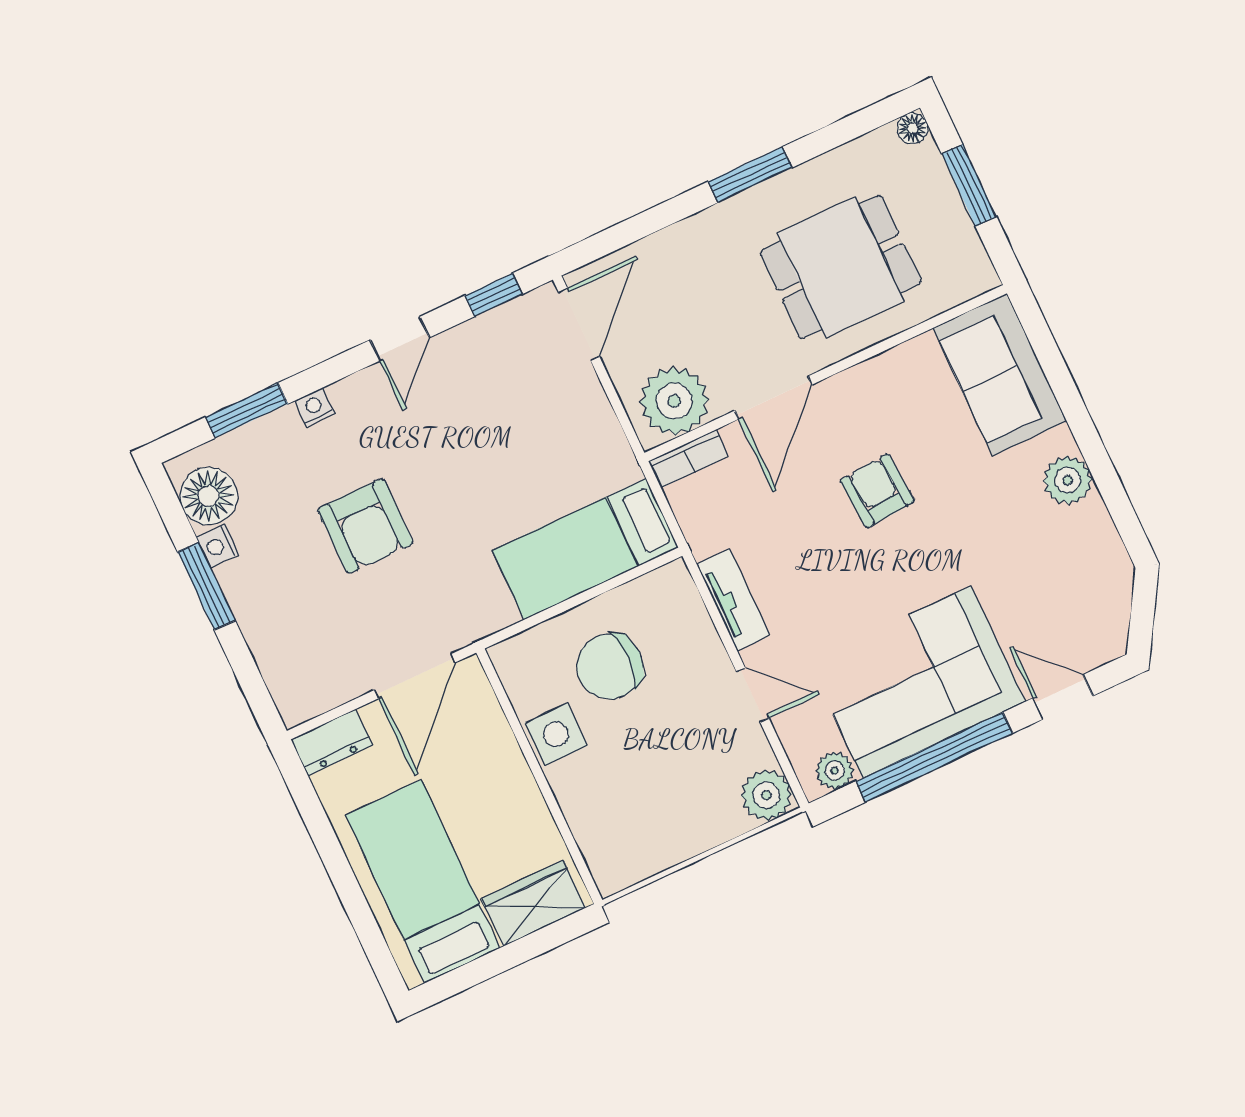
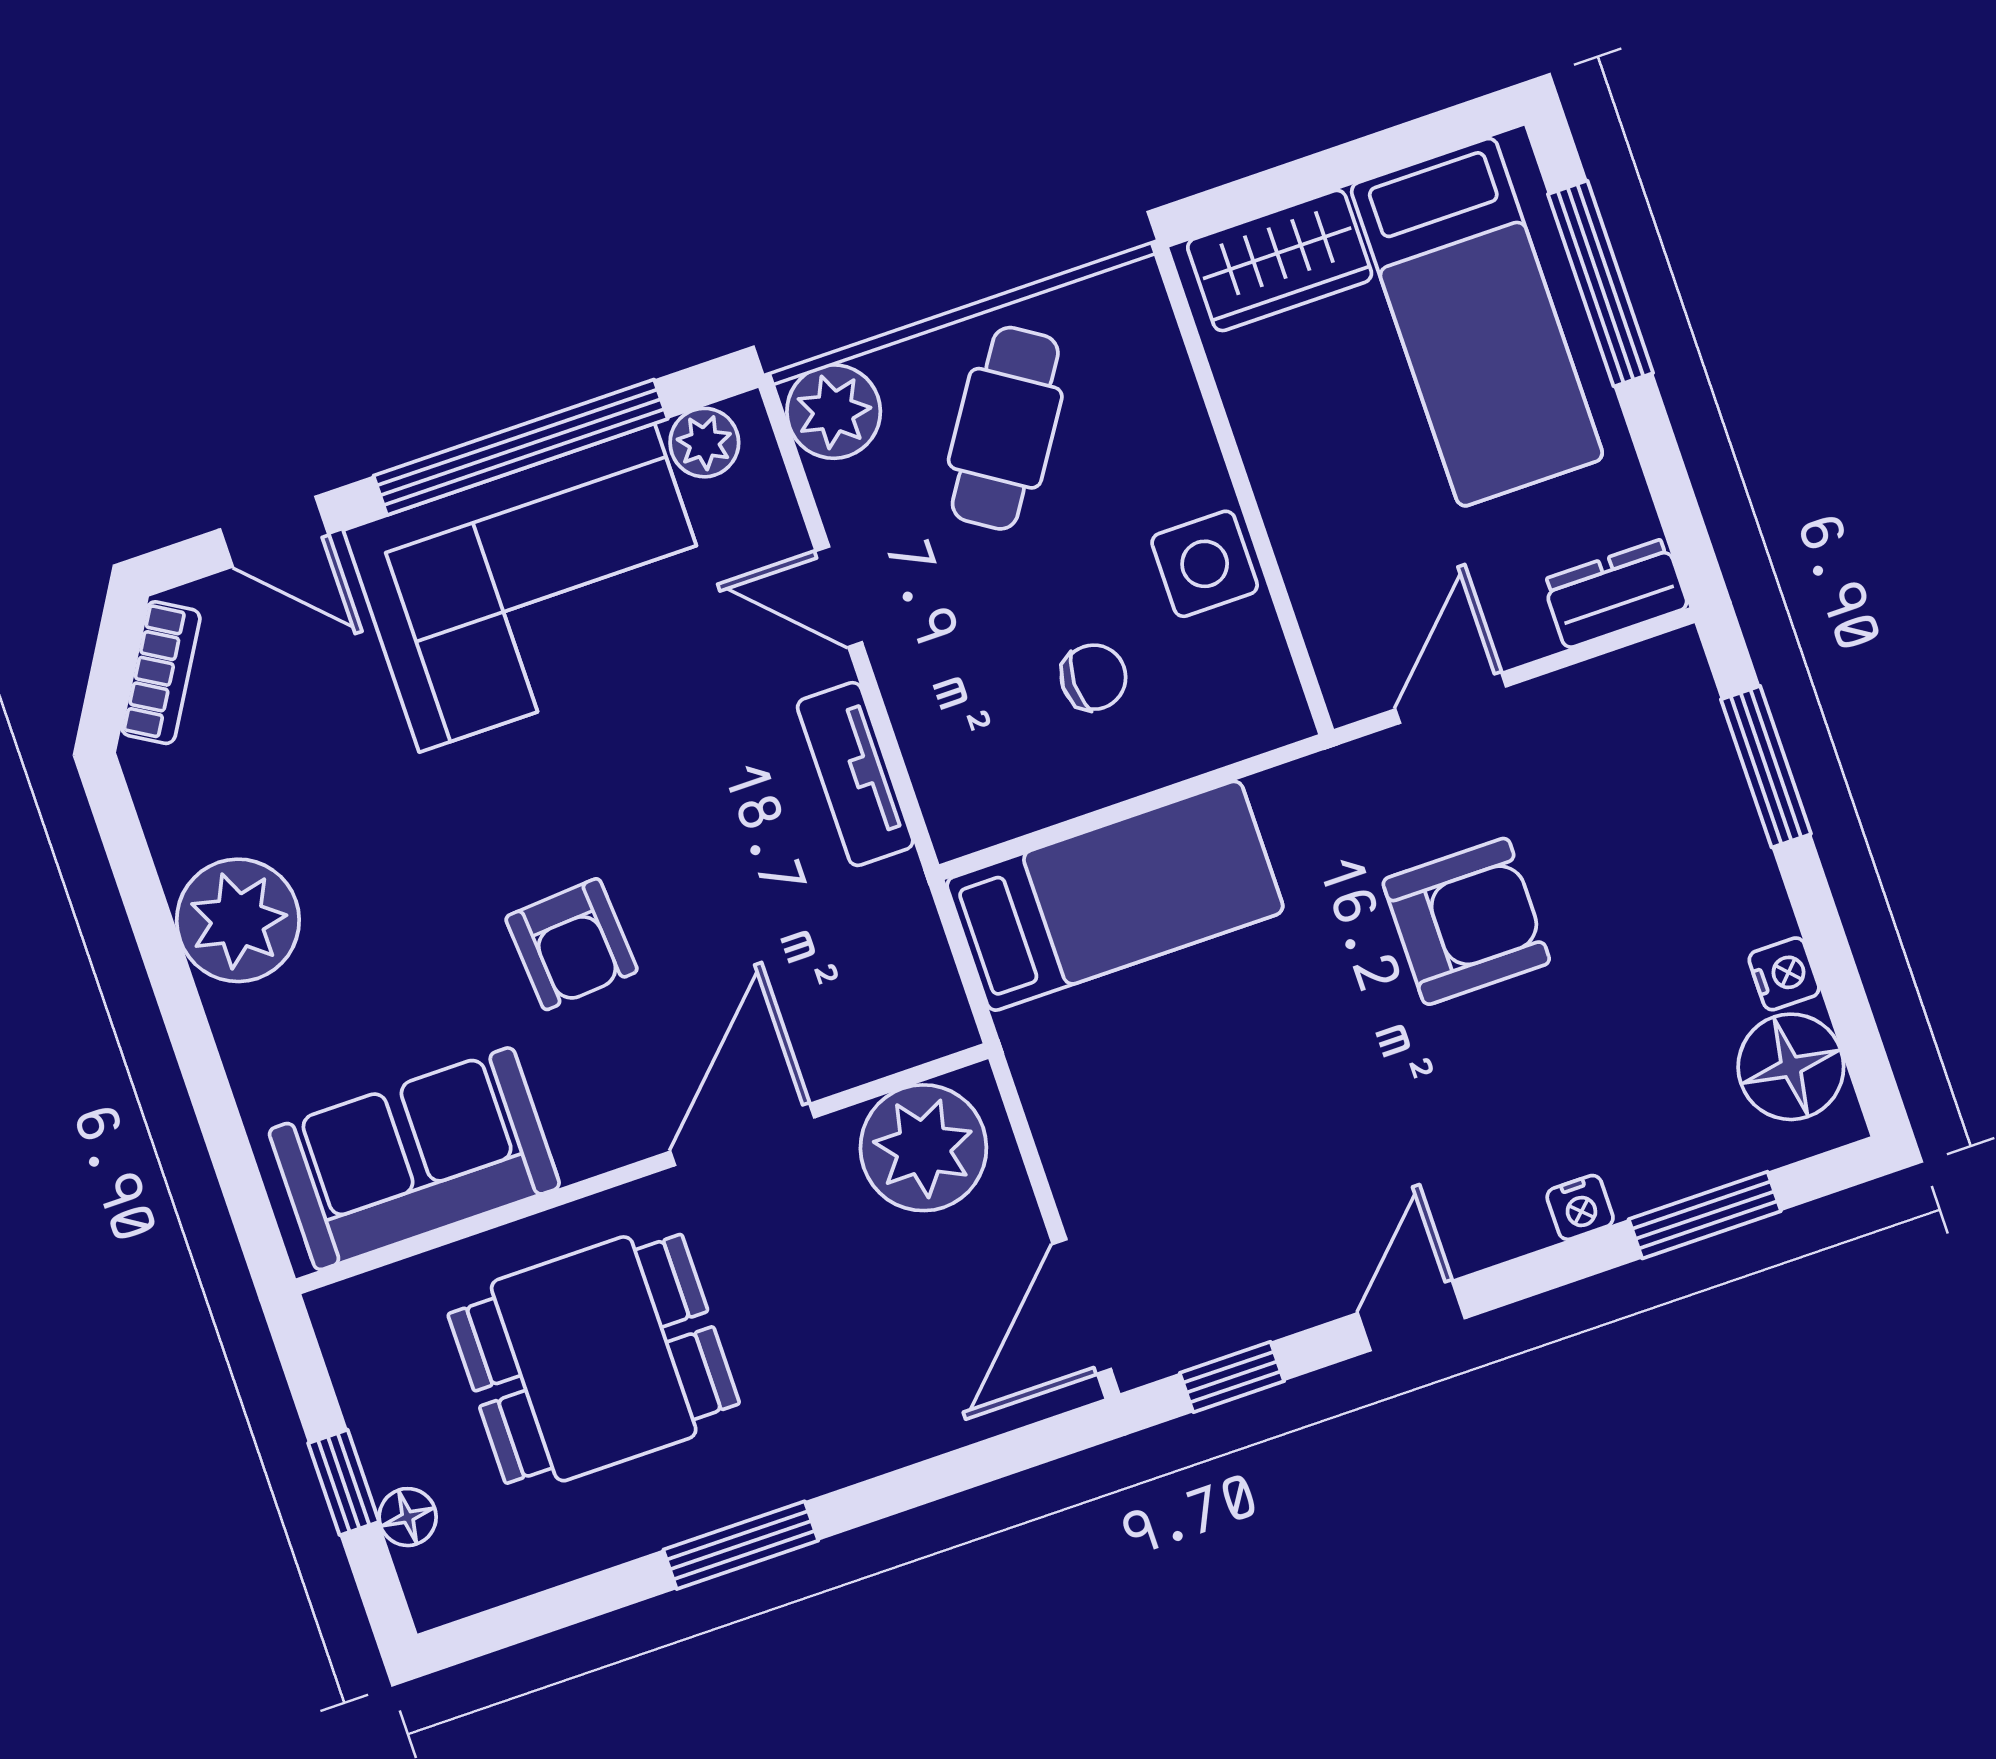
floor lamp: (913, 128) -> (408, 1517), moved
window: (969, 185) -> (344, 1482), width x0.67
sofa: (1000, 374) -> (414, 1159), moved, turned -90
bookcase: (688, 459) -> (161, 673), moved, turned 121
plant: (1068, 480) -> (238, 920), width x1.36, depth x1.36
armchair: (365, 526) -> (1466, 921), moved, turned 90
window: (206, 586) -> (1766, 767), moved
chair: (610, 666) -> (1094, 677), width x0.54, depth x0.54
door: (415, 676) -> (1451, 698), width x0.73
cafe table: (672, 796) -> (1005, 428), added
window: (358, 910) -> (1600, 284), added

